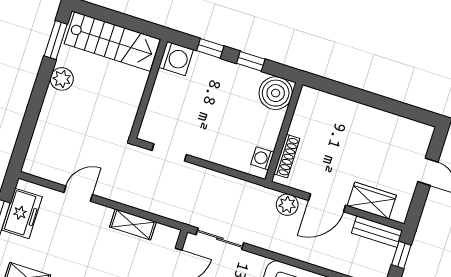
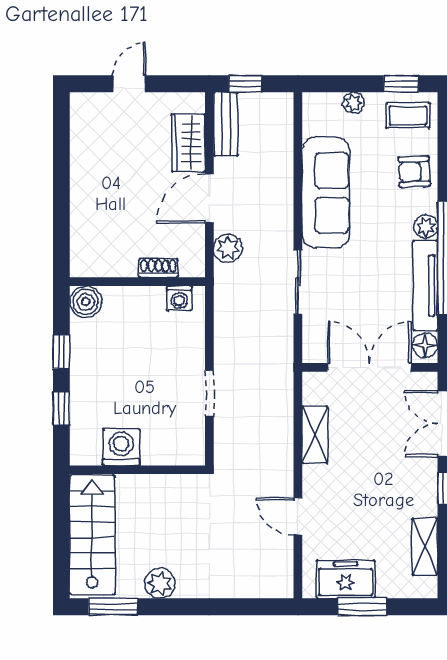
washing machine: (176, 58) -> (121, 447), moved
boiler: (276, 93) -> (86, 302), width x0.73, depth x0.73
doorway: (169, 152) -> (209, 393), moved
shoe rack: (287, 156) -> (158, 268), width x0.70
door: (327, 203) -> (209, 198), swing flipped
sliding door: (220, 239) -> (298, 282), moved

